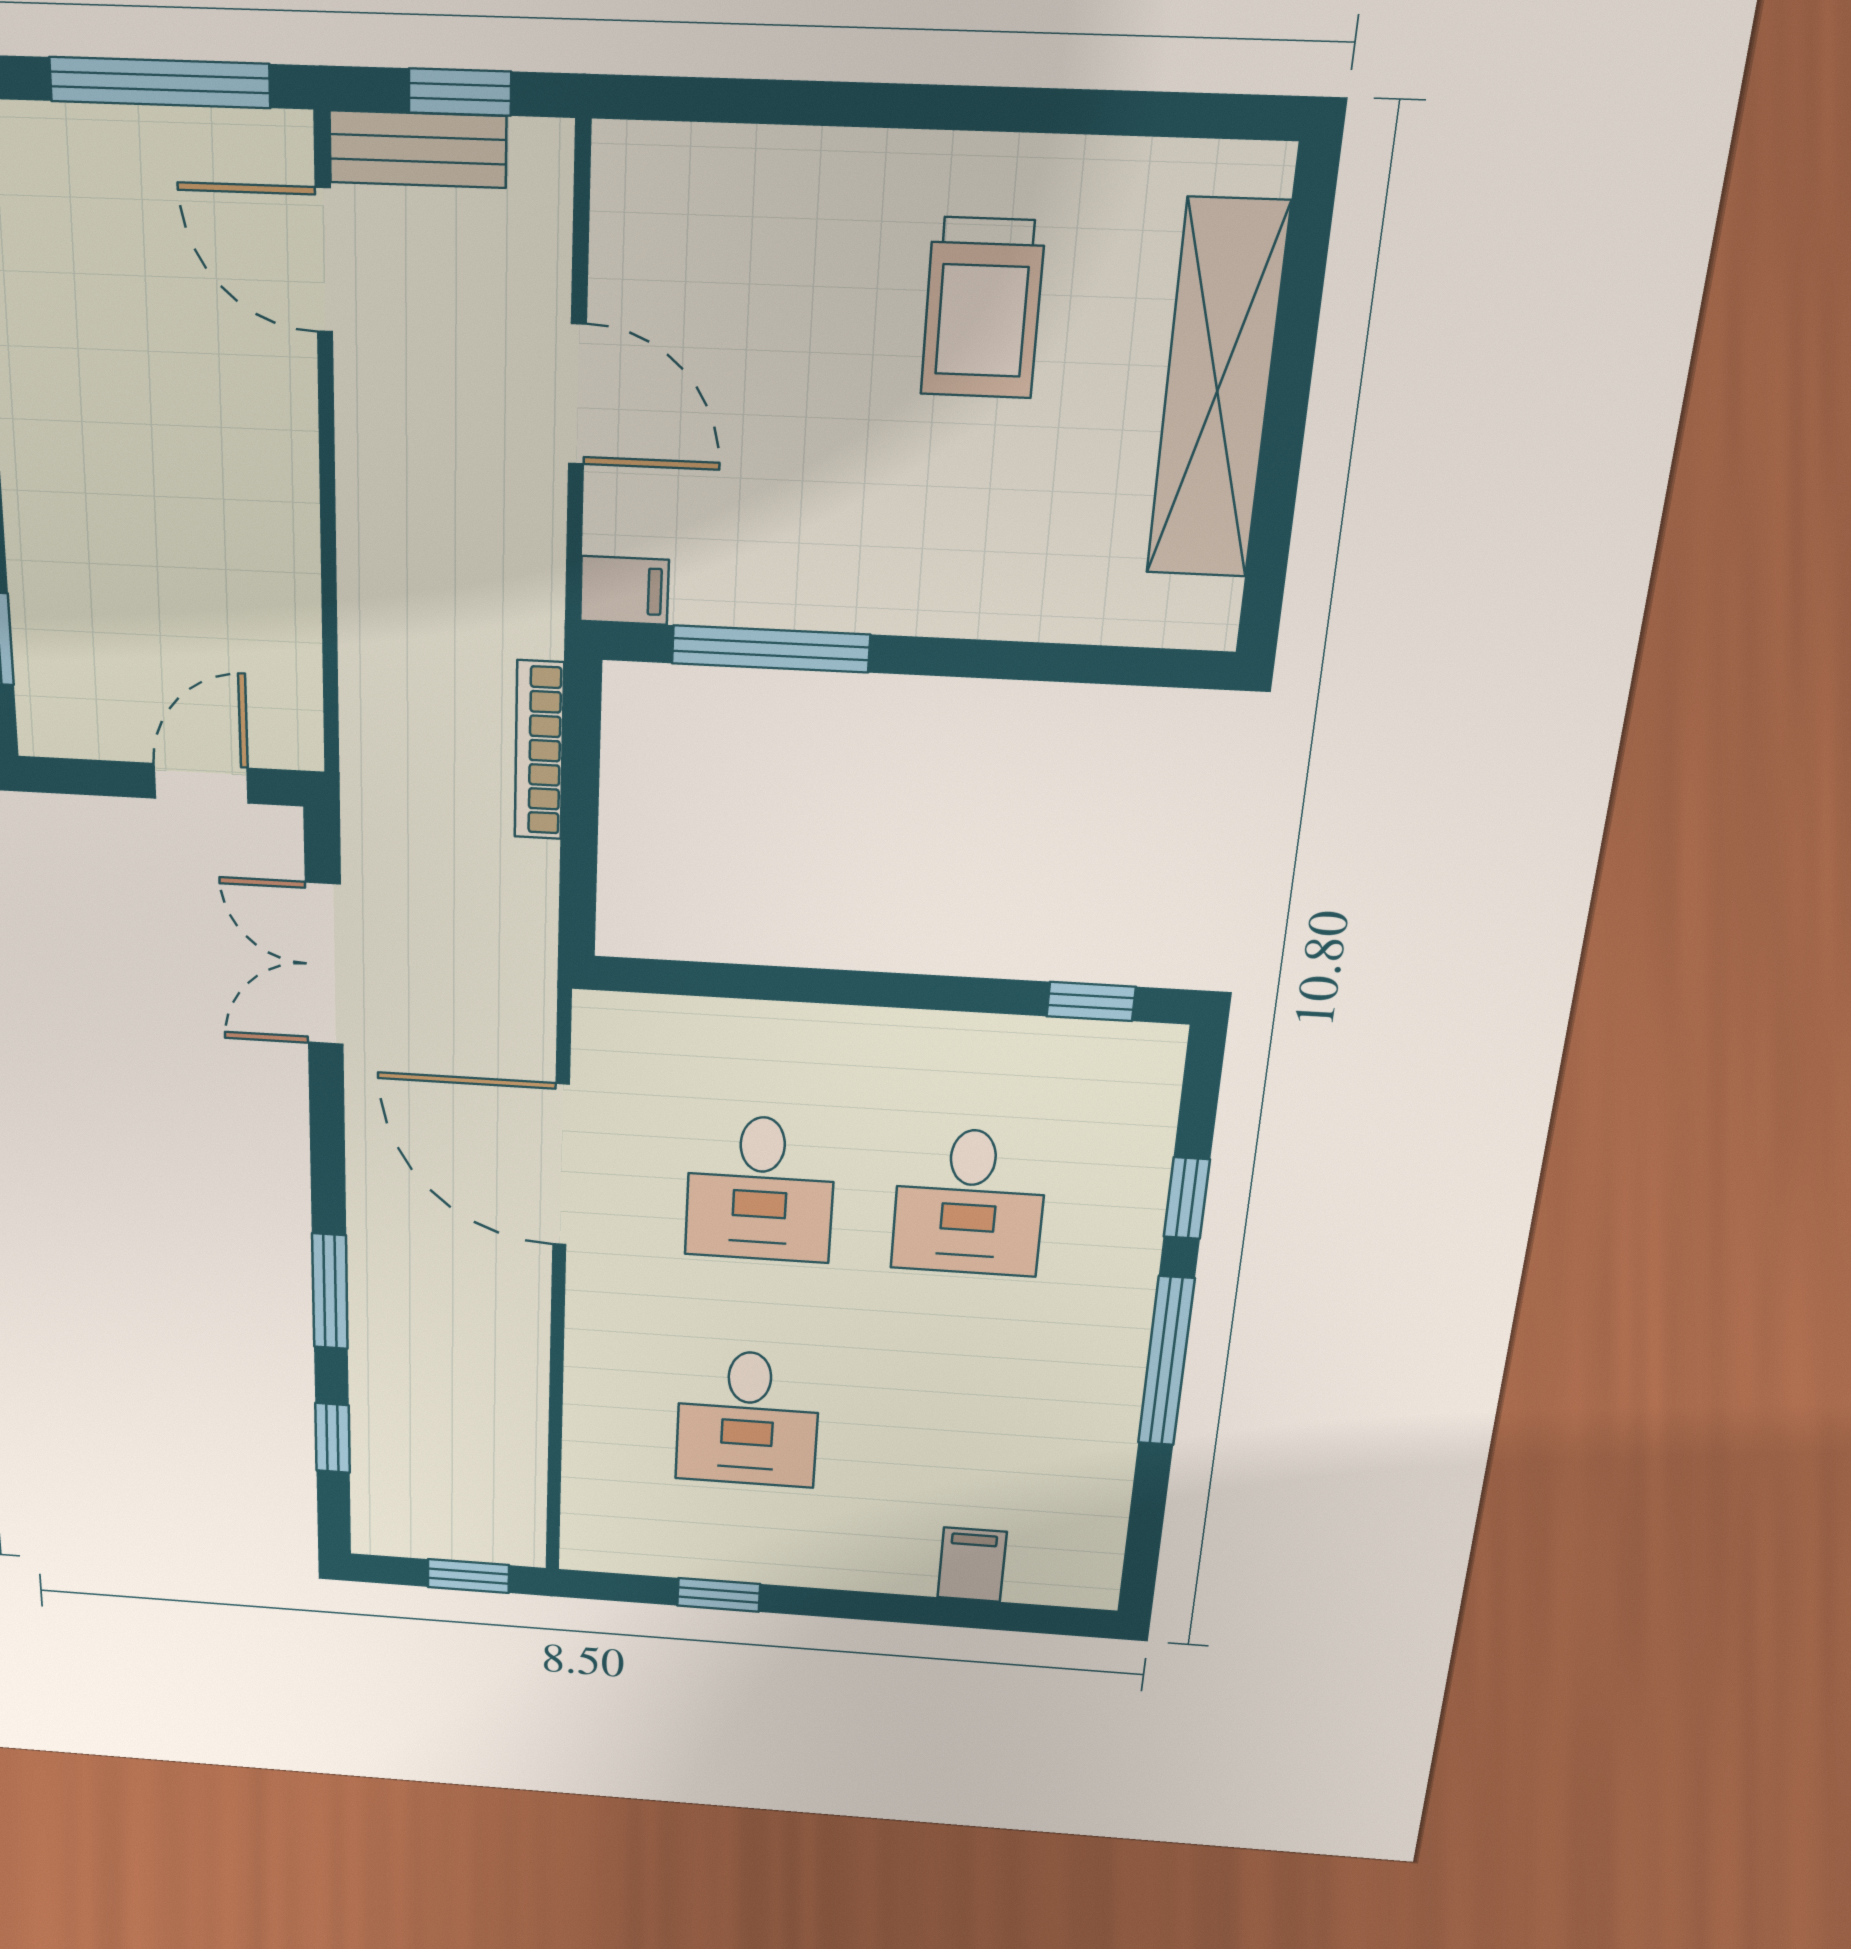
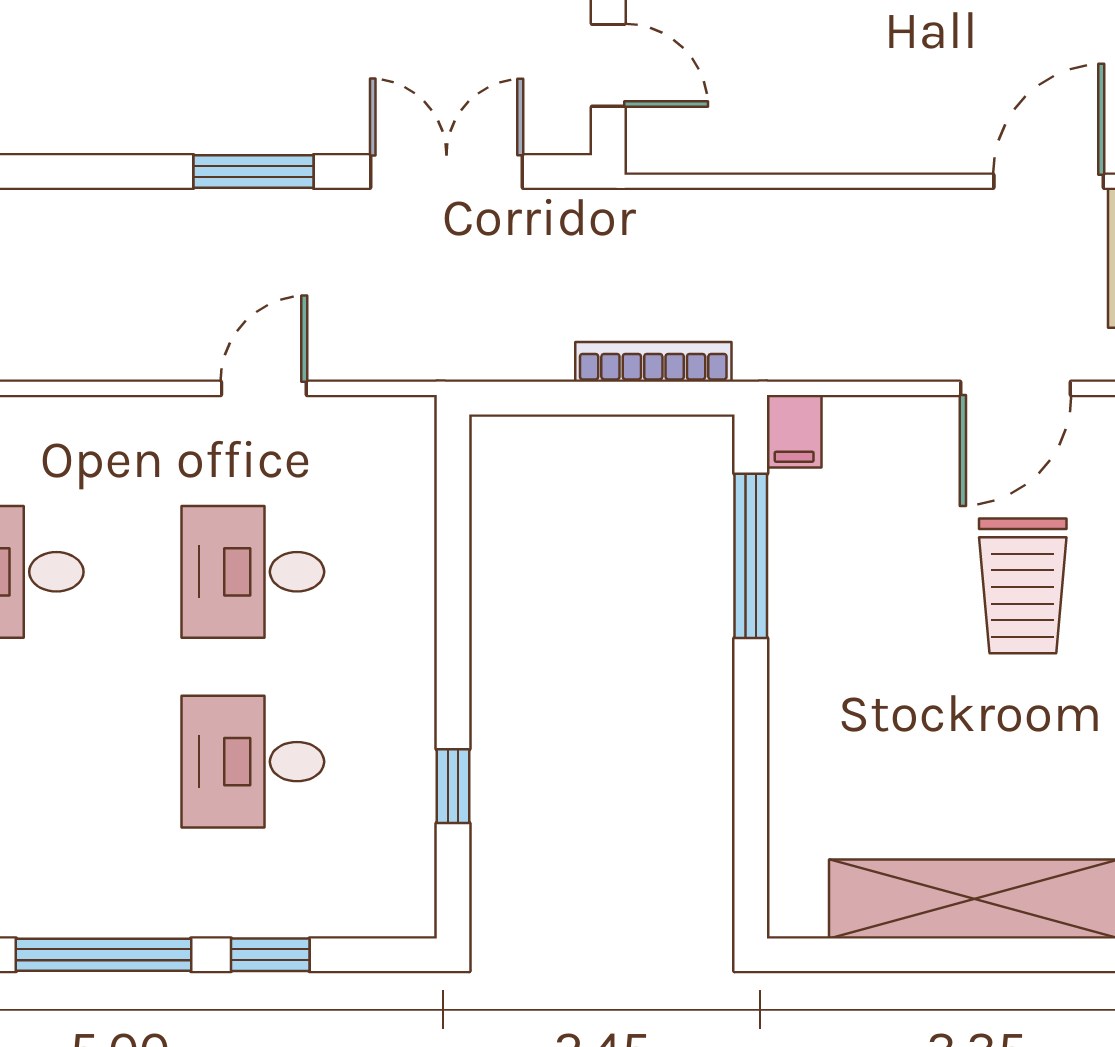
trolley: (983, 308) -> (1023, 586), moved, turned -90
door: (577, 394) -> (1016, 388), moved
window: (1091, 1002) -> (453, 786), moved
door: (561, 1165) -> (264, 388), width x0.53
window: (330, 1291) -> (254, 172), moved

